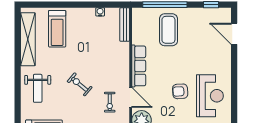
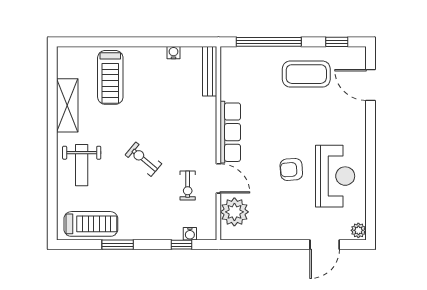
coffee table: (168, 30) -> (306, 74), moved, turned 90
shelving: (28, 39) -> (67, 105), width x0.68

